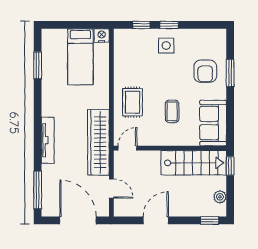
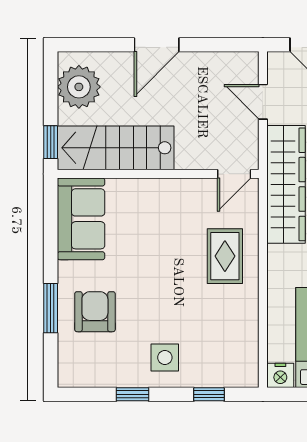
window: (169, 25) -> (133, 394), moved
coffee table: (172, 111) -> (154, 240), removed
plant: (220, 197) -> (79, 87), width x1.88, depth x1.88
door: (156, 220) -> (157, 45), moved
window: (210, 220) -> (87, 45), removed

